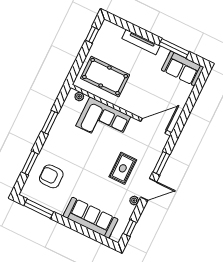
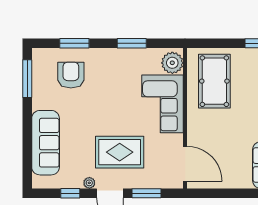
plant: (79, 96) -> (172, 63), width x1.87, depth x1.87
rug: (123, 168) -> (120, 152), width x1.36, depth x1.43
window: (130, 228) -> (70, 193), moved

